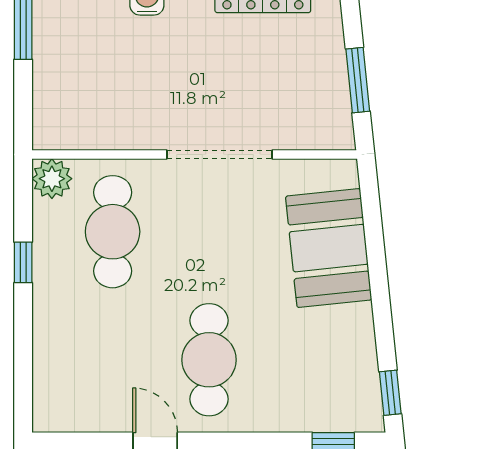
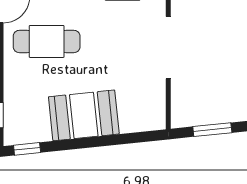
booth: (329, 248) -> (84, 115), moved

